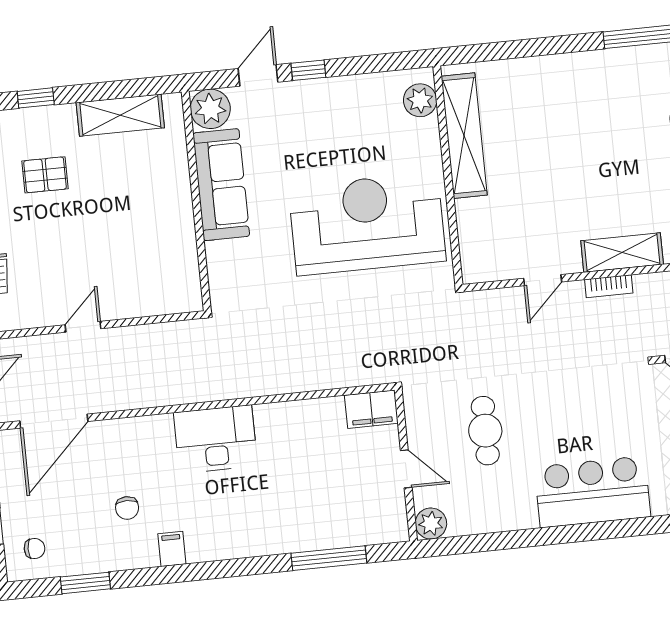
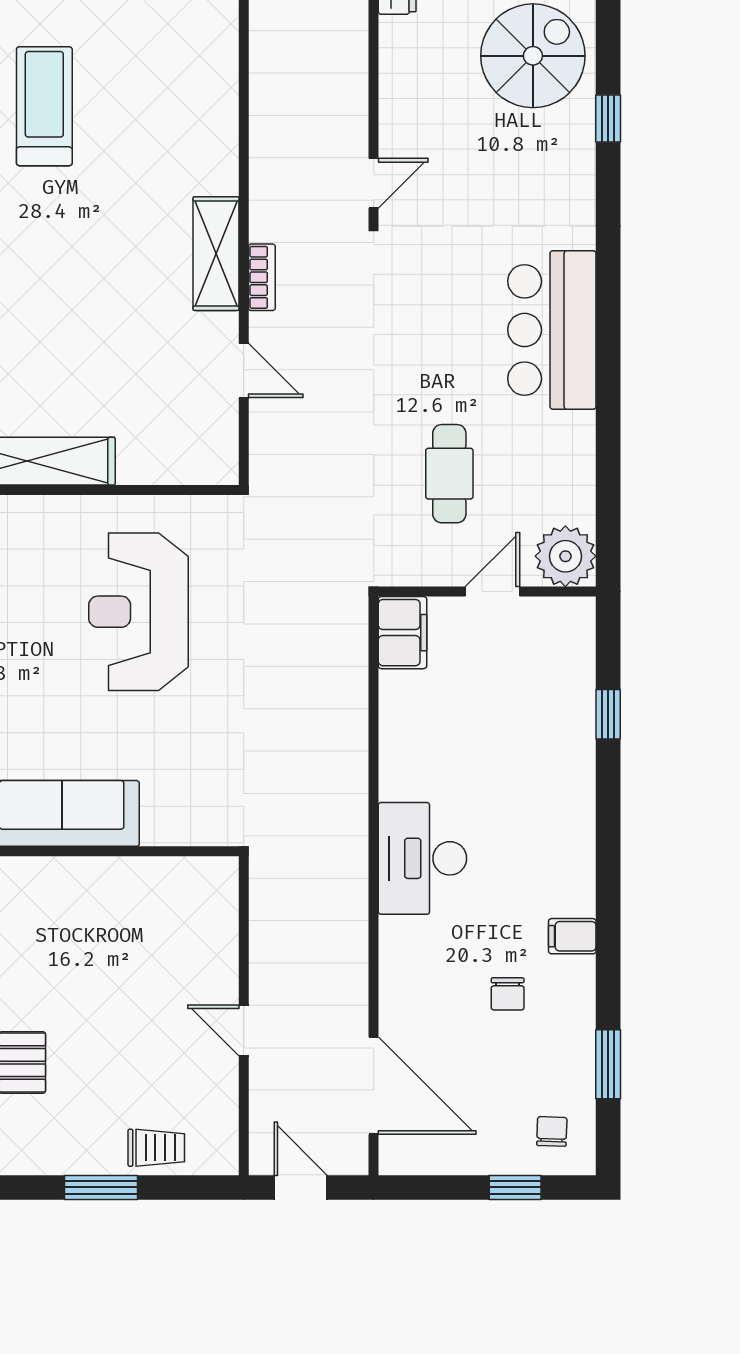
reception desk: (367, 224) -> (138, 612), width x0.74, depth x0.77
cafe table: (485, 431) -> (449, 474), turned 90
chair: (127, 508) -> (508, 994), turned 90
plant: (431, 524) -> (565, 556), width x1.36, depth x1.36
window: (329, 558) -> (608, 714), width x0.46

